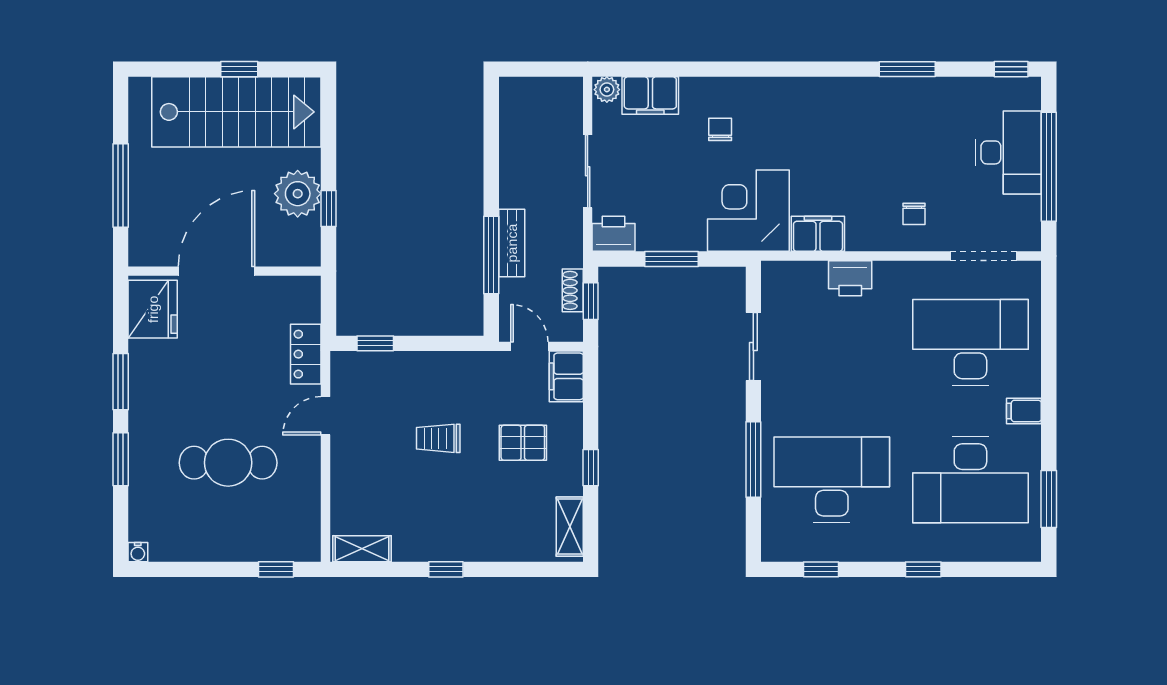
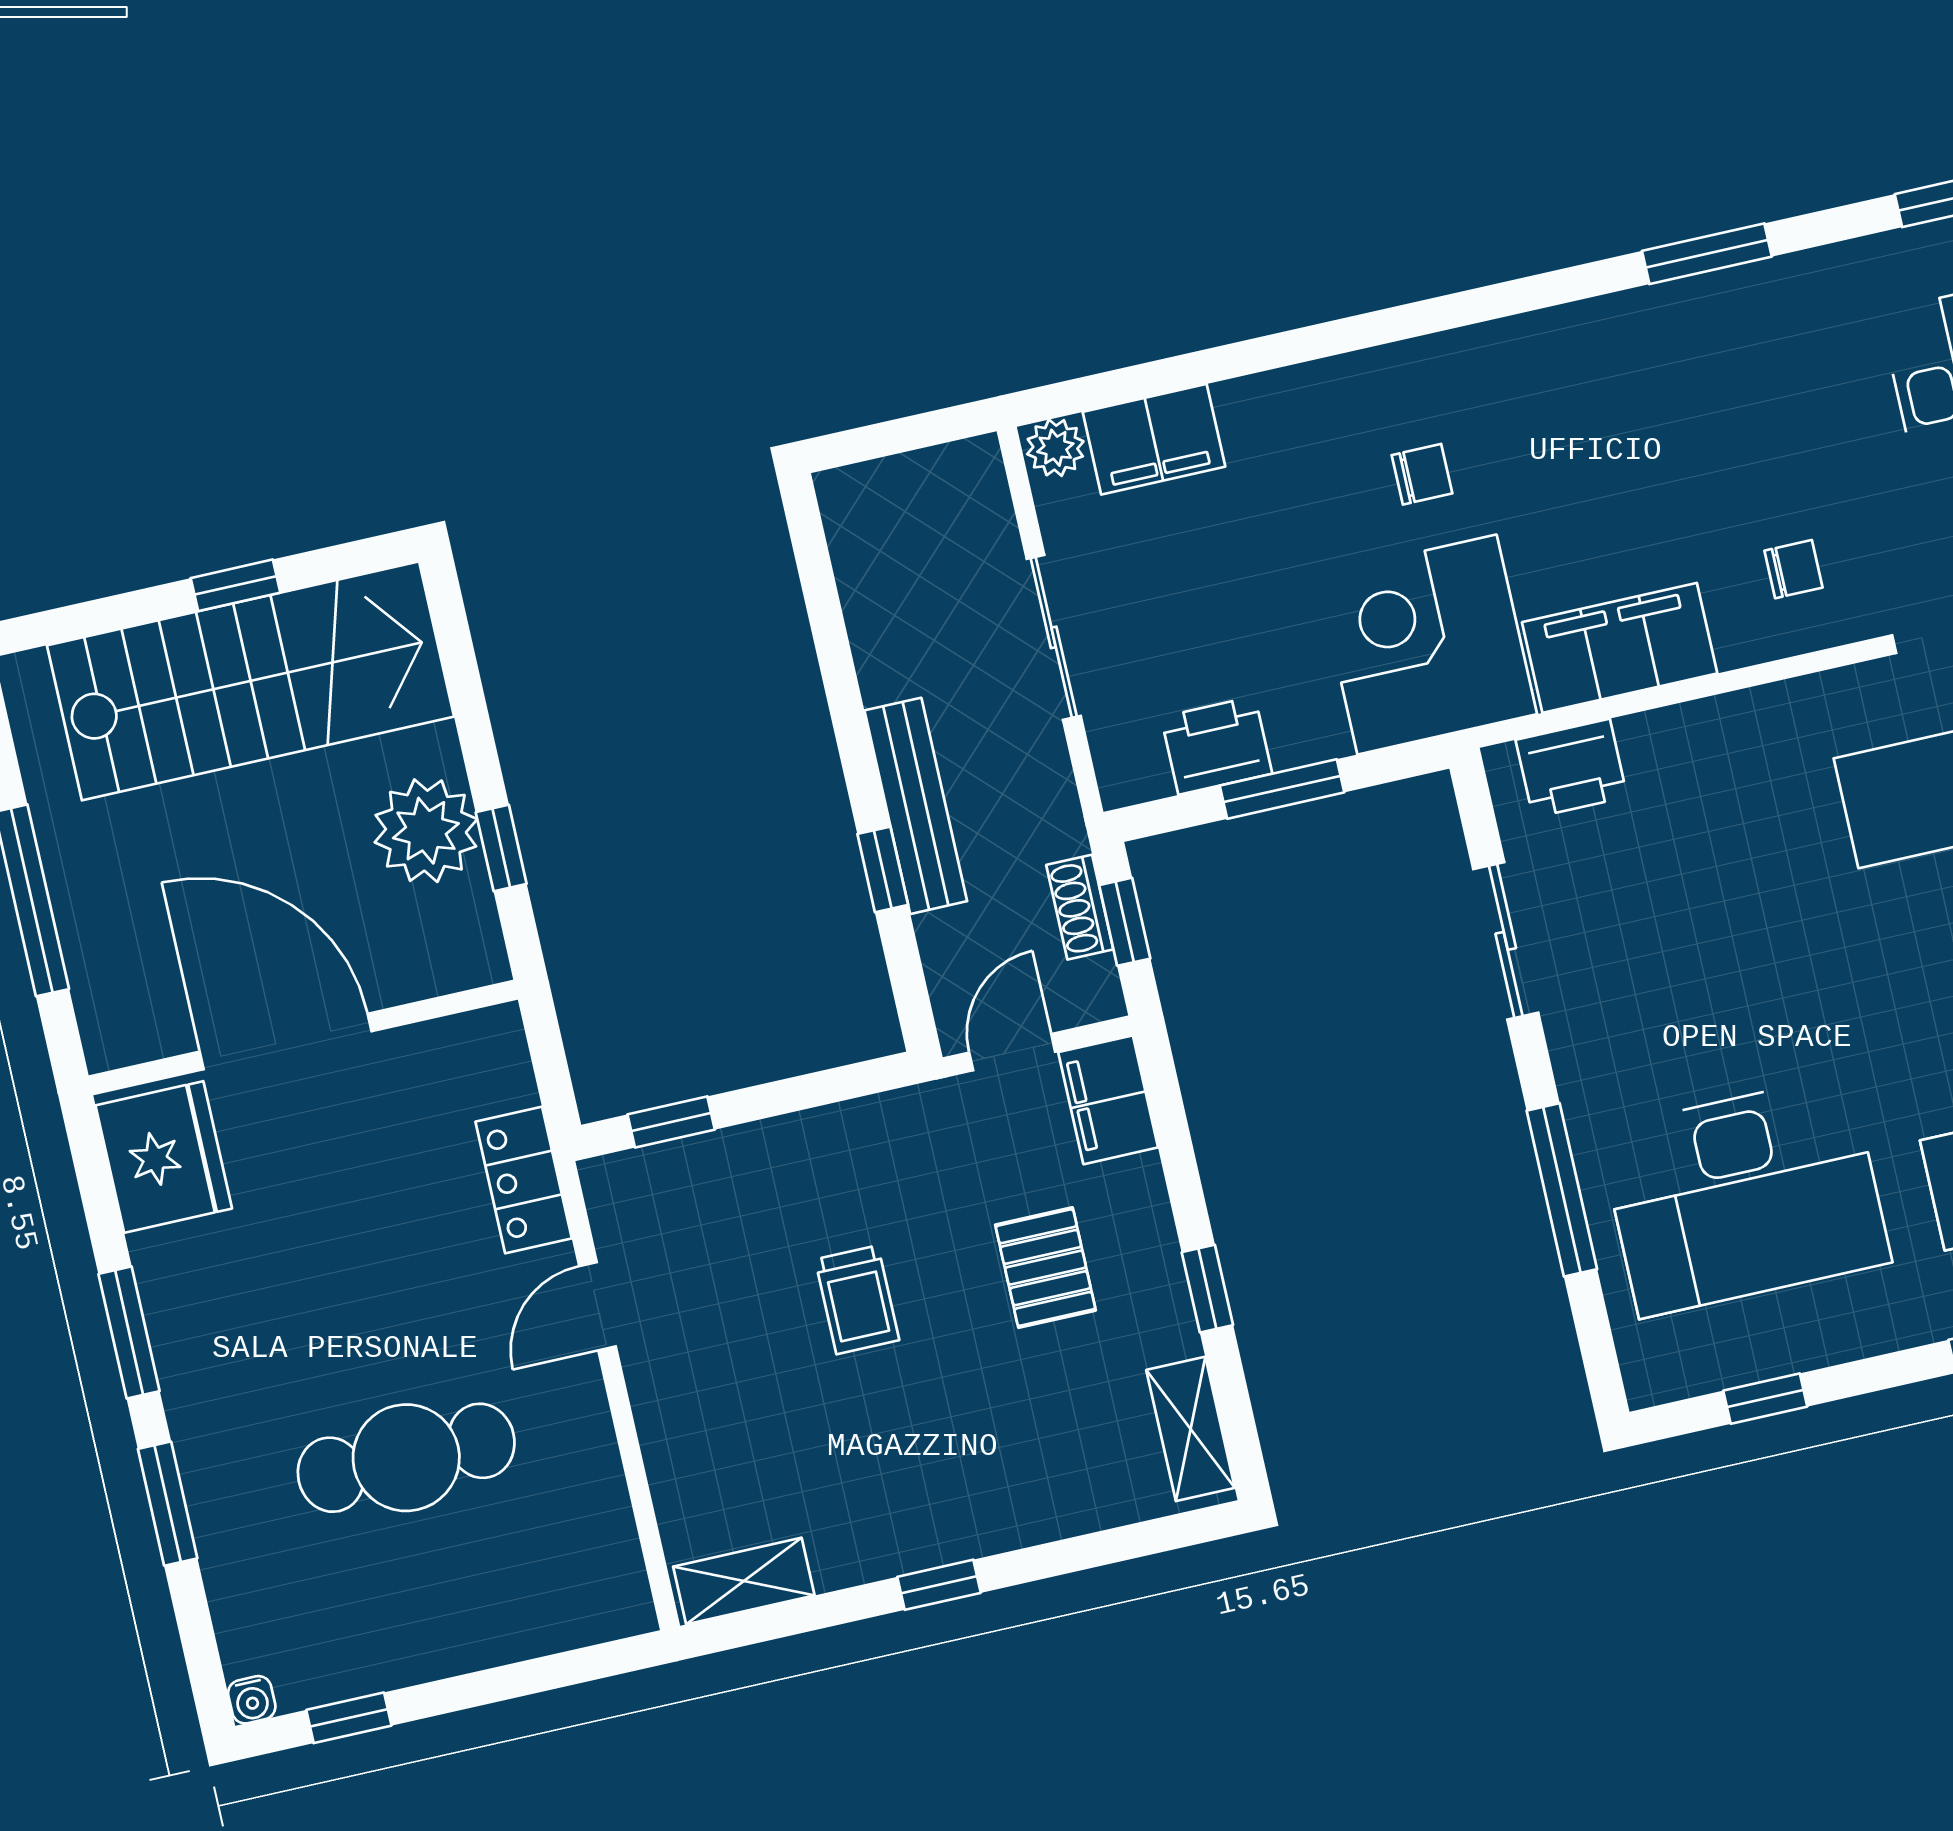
chair: (720, 129) -> (1422, 474), moved, turned 90
chair: (914, 214) -> (1793, 569), turned -90
printer: (614, 234) -> (1217, 745), moved
filing cabinet: (818, 234) -> (1620, 648), width x1.50, depth x1.17
bench: (512, 243) -> (916, 806), width x1.36
window: (491, 255) -> (883, 869), width x0.46
door: (217, 271) -> (286, 1041), hinge flipped
printer: (850, 278) -> (1571, 768), moved
door: (529, 346) -> (1012, 1052), hinge flipped
trolley: (438, 438) -> (857, 1300), turned -90
pallet: (523, 443) -> (1045, 1268), turned 90
desk: (832, 480) -> (1745, 1196), turned 180
window: (276, 569) -> (349, 1718), moved

